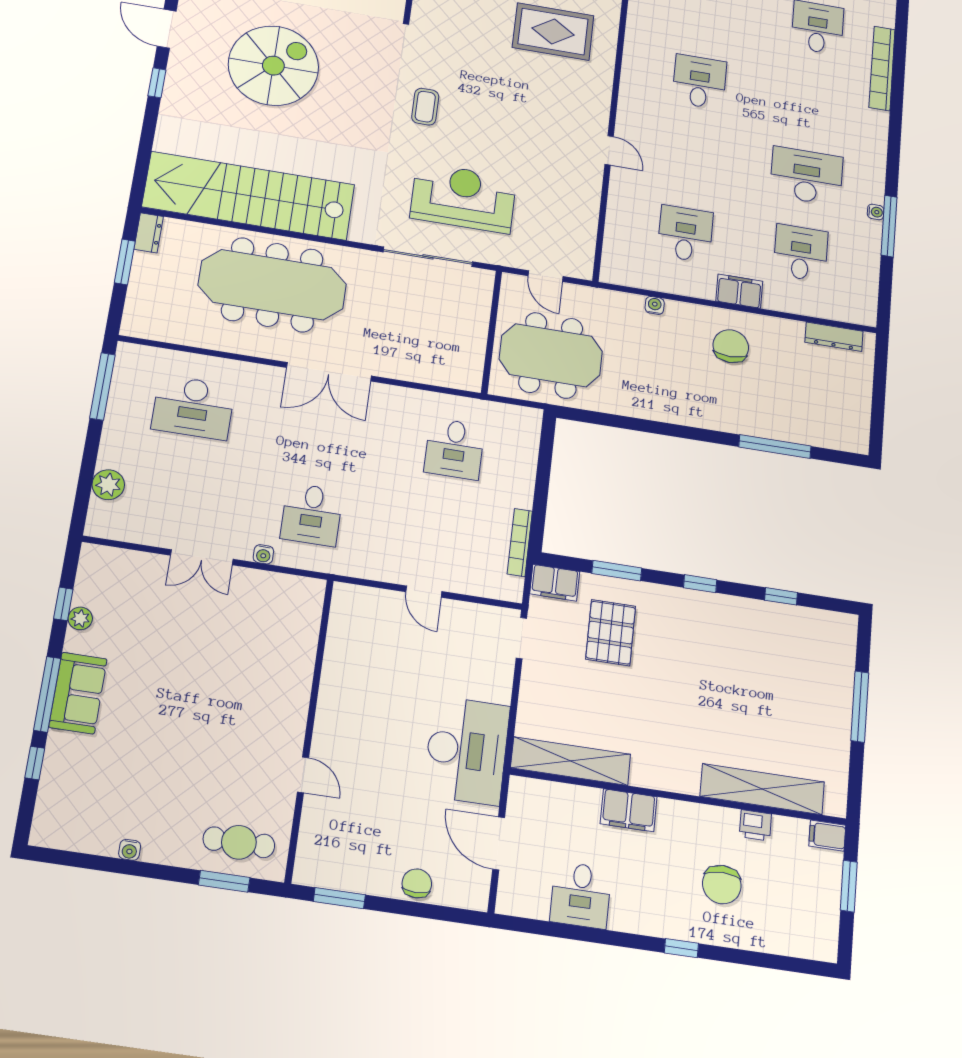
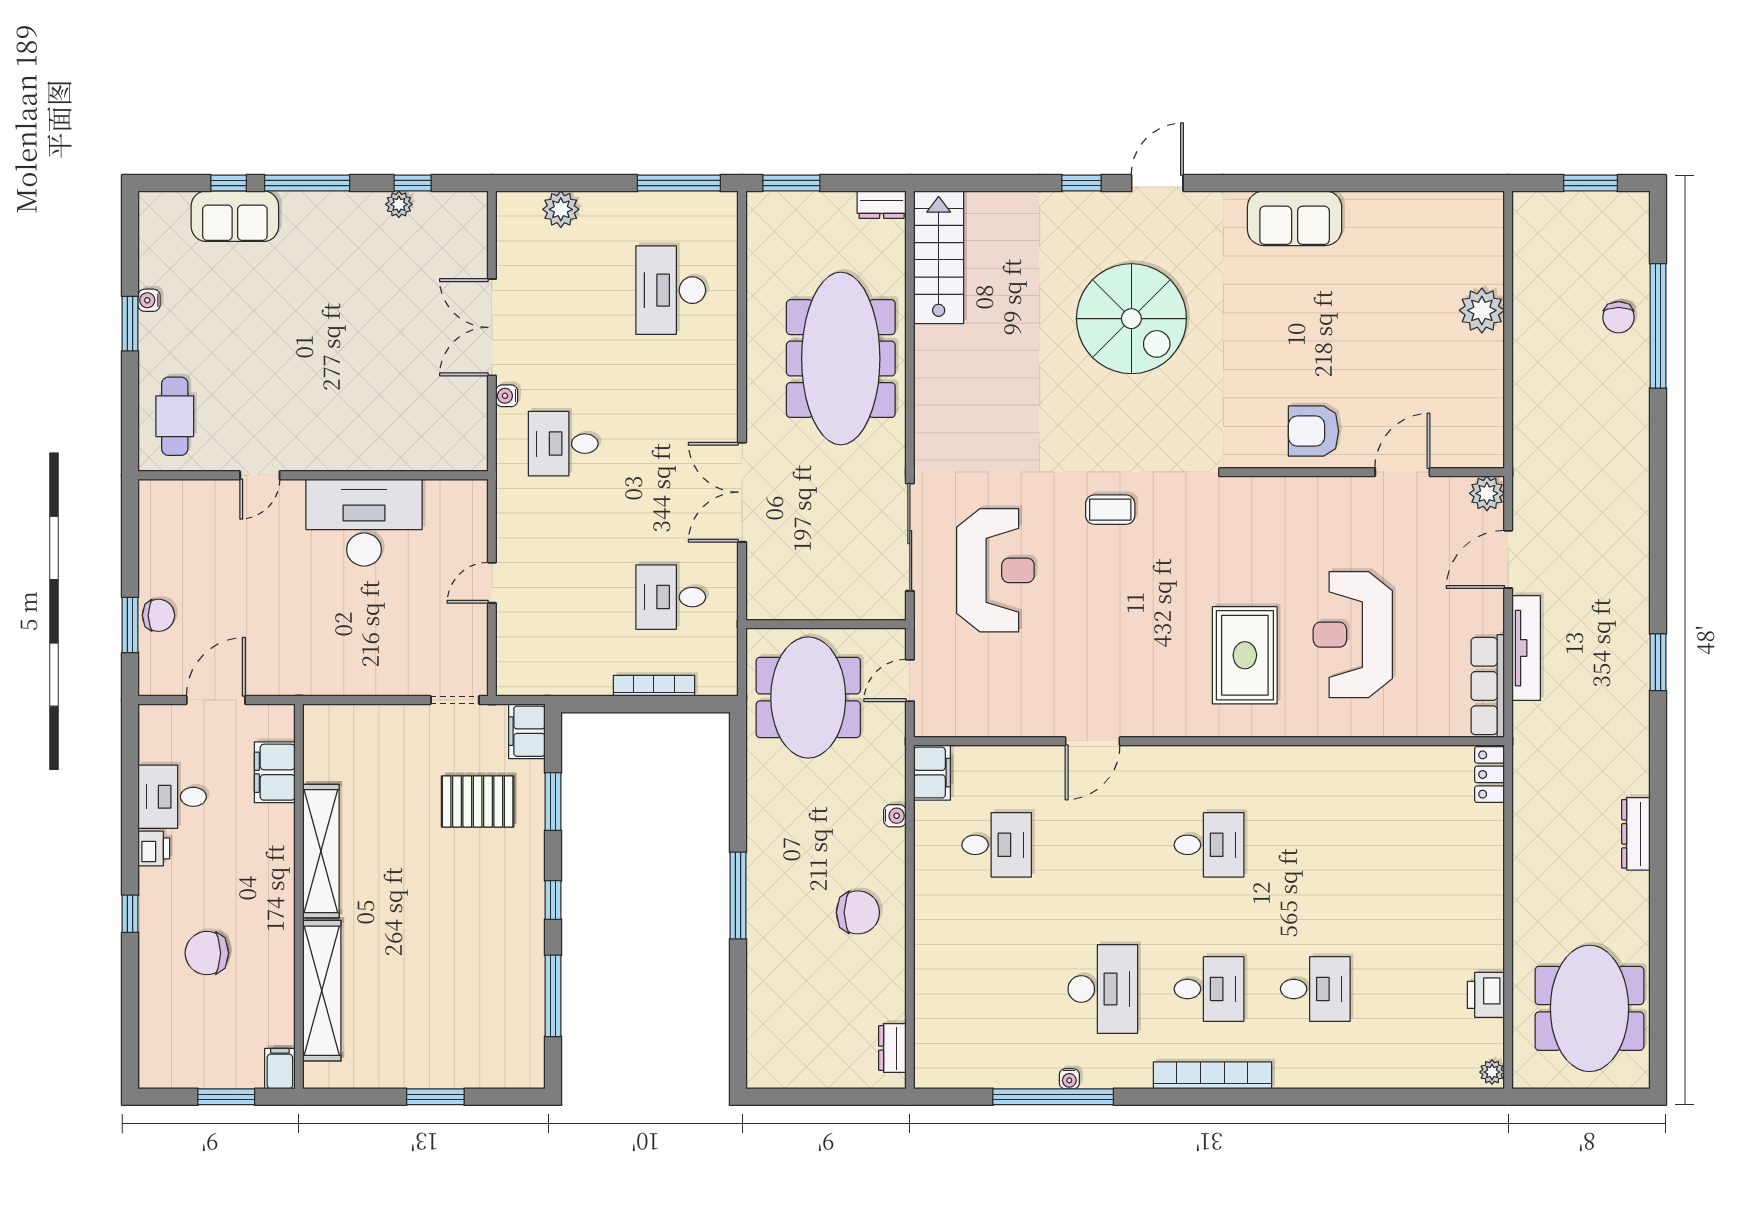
bookcase: (882, 68) -> (1212, 1075), moved
door: (609, 150) -> (1093, 741), width x1.37
stairs: (249, 196) -> (939, 257), width x0.54, depth x0.66
window: (889, 226) -> (1053, 1097), width x1.46
desk: (801, 253) -> (1209, 989), moved
window: (125, 262) -> (791, 183), moved
filing cabinet: (739, 291) -> (932, 773), moved
dresser: (834, 337) -> (892, 1048), width x0.70
double door: (329, 372) -> (742, 492), moved
window: (775, 447) -> (738, 896), moved
bookcase: (520, 542) -> (654, 686), moved
double door: (202, 557) -> (492, 327), width x1.37
window: (781, 596) -> (553, 996), width x2.17
sofa: (78, 693) -> (235, 216), moved
window: (860, 707) -> (435, 1097), width x0.69
desk: (467, 750) -> (364, 523), moved, turned 180
shelving: (571, 761) -> (321, 851), moved
filing cabinet: (629, 810) -> (275, 772), moved
printer: (755, 825) -> (154, 848), moved, turned 180
window: (224, 881) -> (130, 324), moved
window: (339, 898) -> (130, 625), moved

